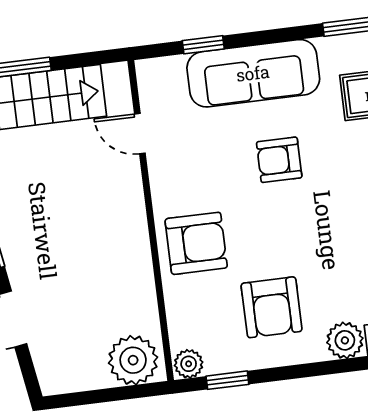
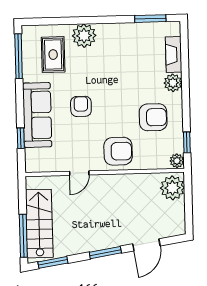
door: (140, 134) -> (79, 173), moved
armchair: (279, 160) -> (81, 106), turned 180
armchair: (196, 243) -> (118, 151), turned 90

